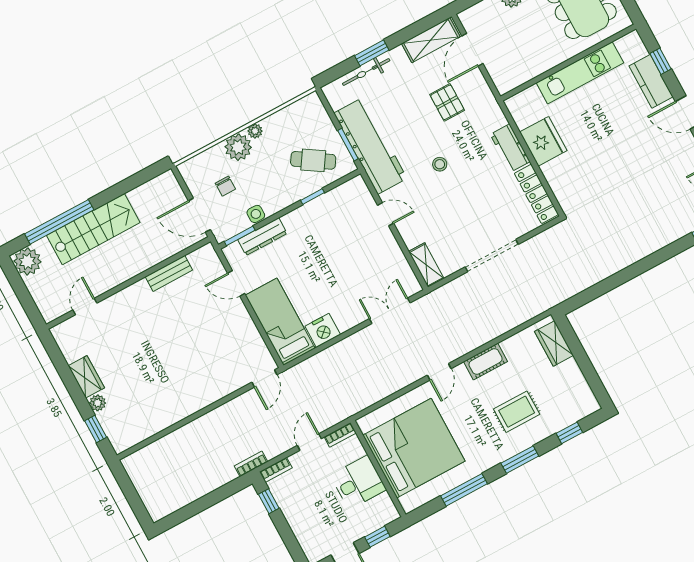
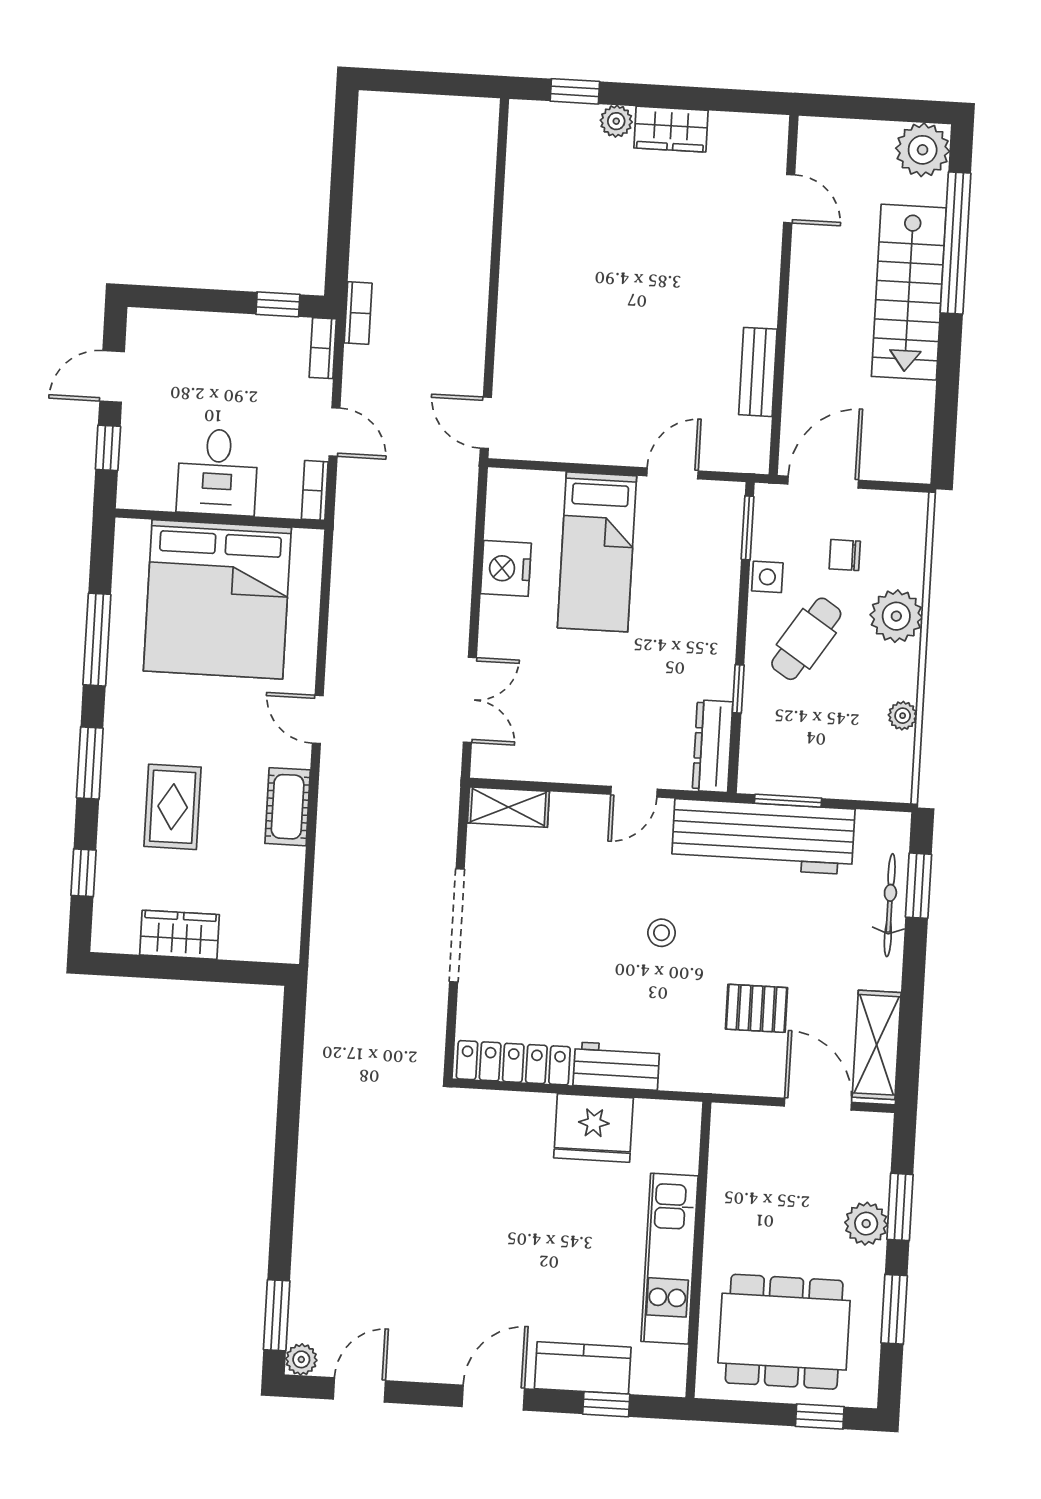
window: (372, 53) -> (918, 886), moved
plant: (255, 131) -> (903, 716), moved
cafe table: (313, 160) -> (806, 639), moved
dresser: (262, 237) -> (713, 746), moved
bed: (280, 322) -> (597, 552), moved, turned 90
wardrobe: (554, 343) -> (180, 935), moved

